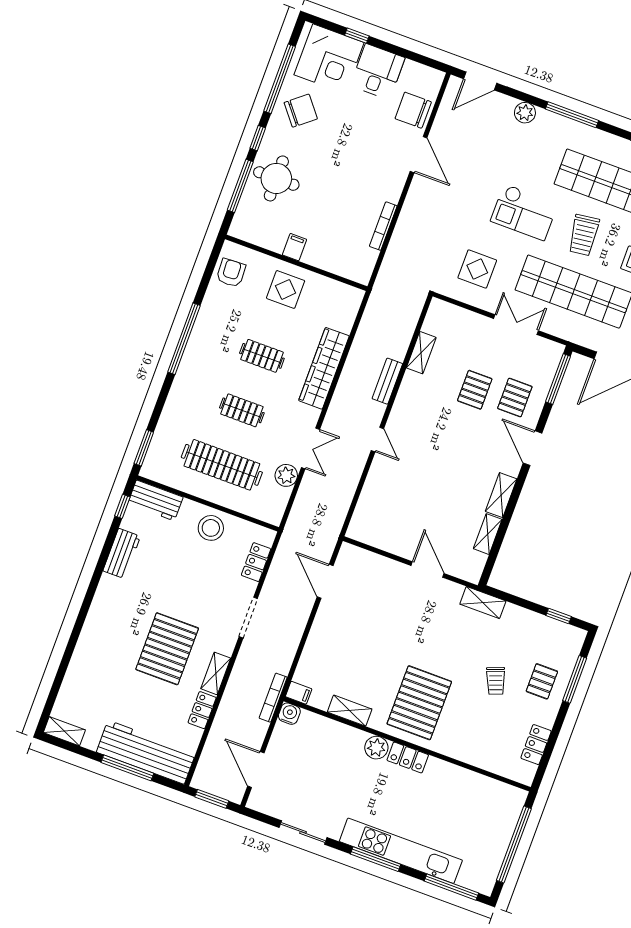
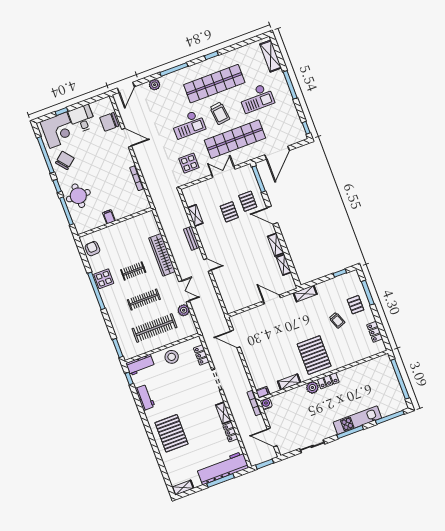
display table: (286, 289) -> (104, 279), moved
clothes rail: (242, 410) -> (144, 300), width x1.36
pallet: (167, 649) -> (171, 433), moved
kitchen unit: (401, 851) -> (357, 420), width x0.73

